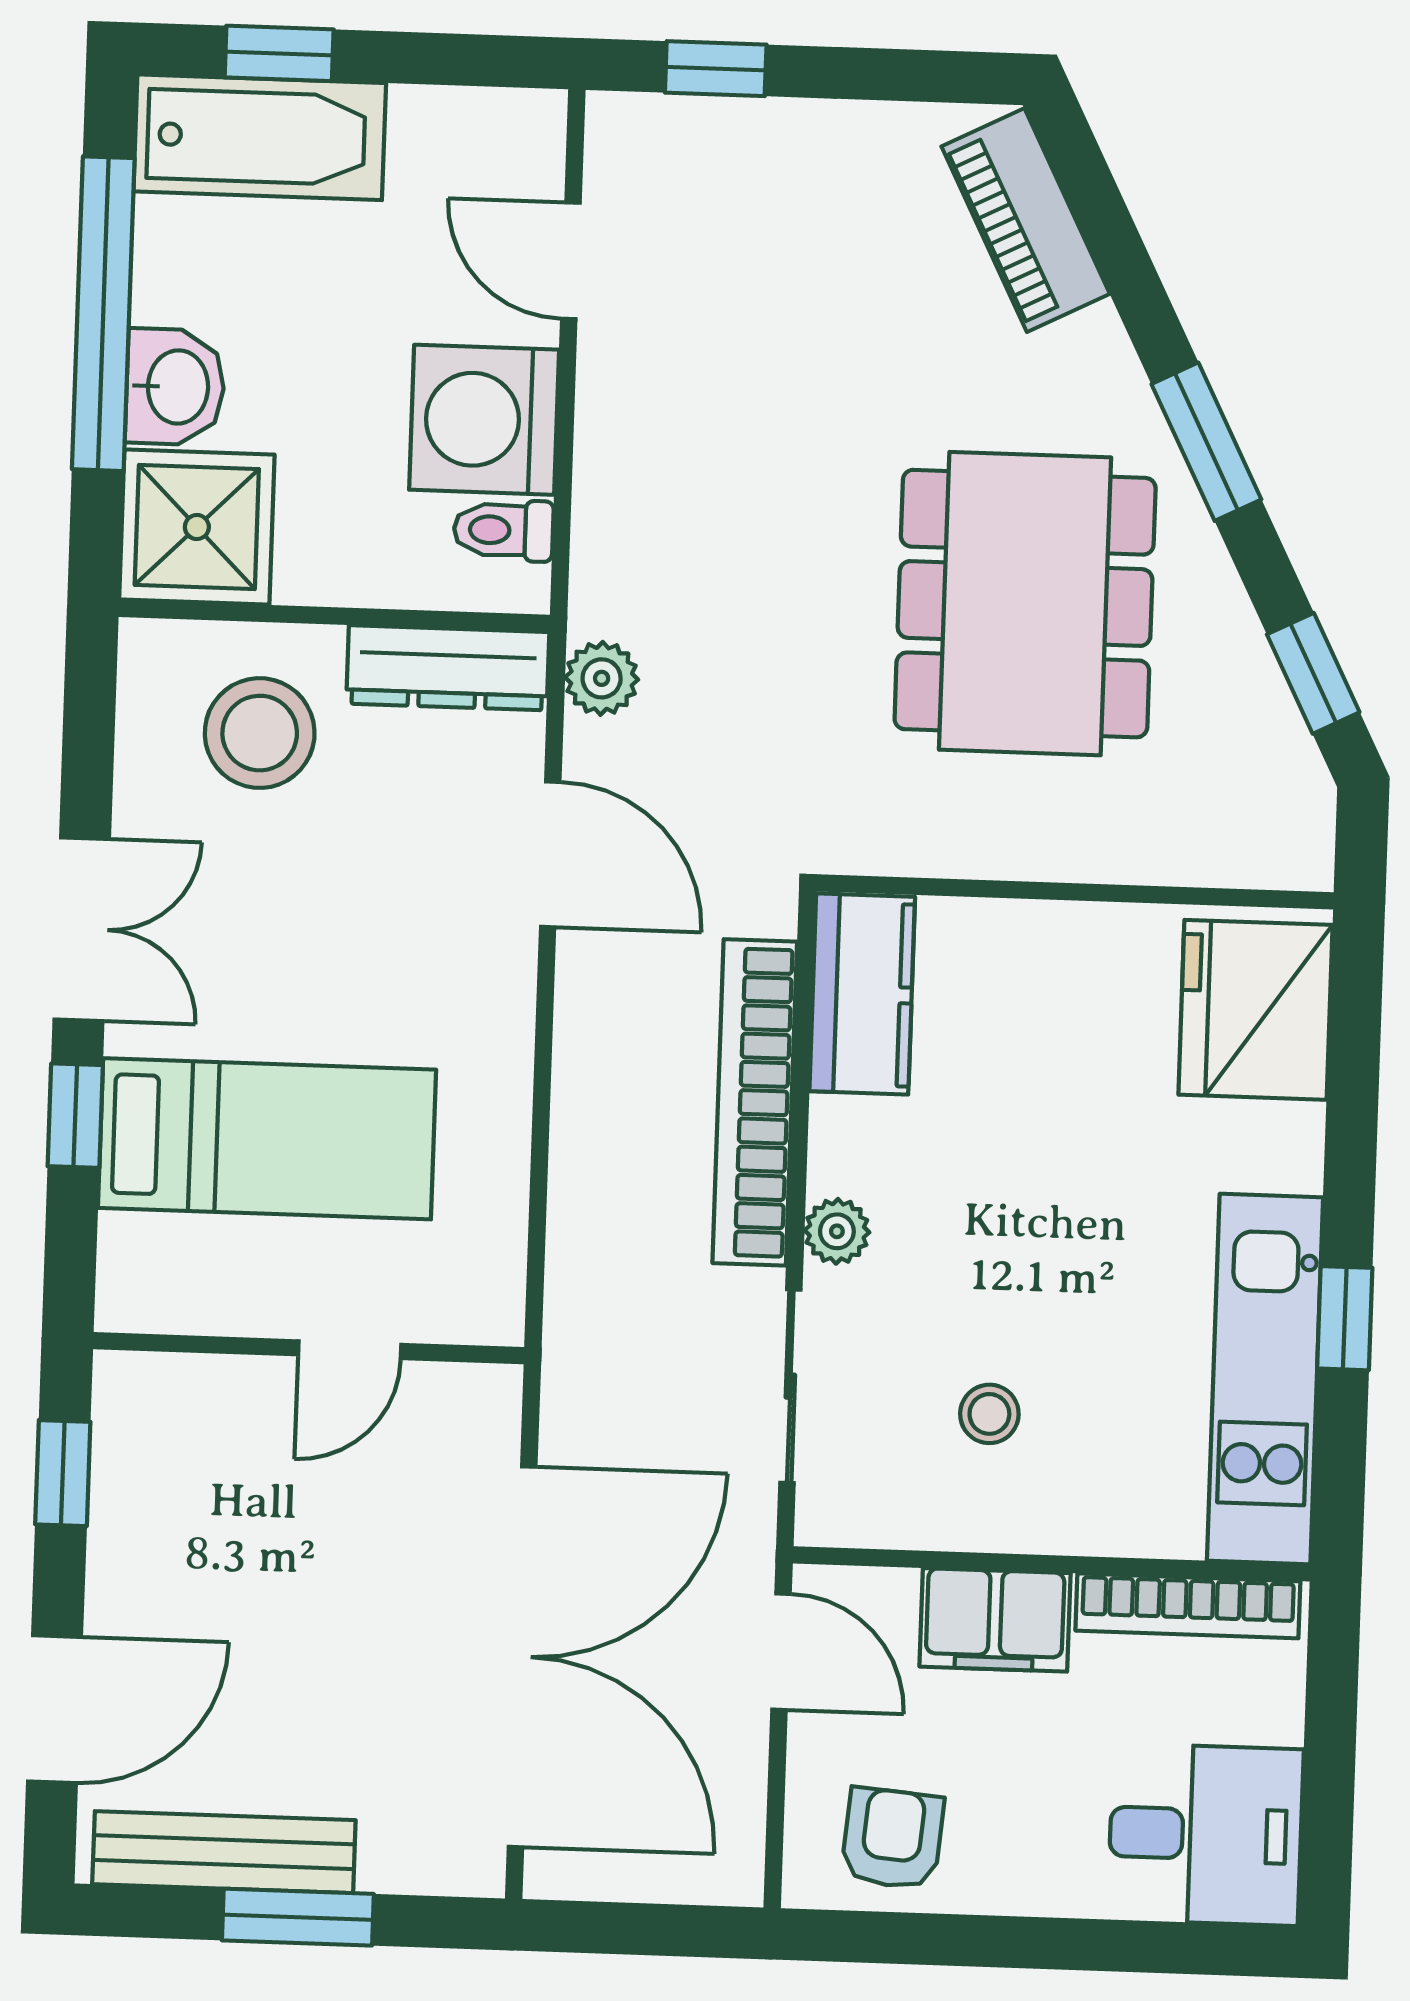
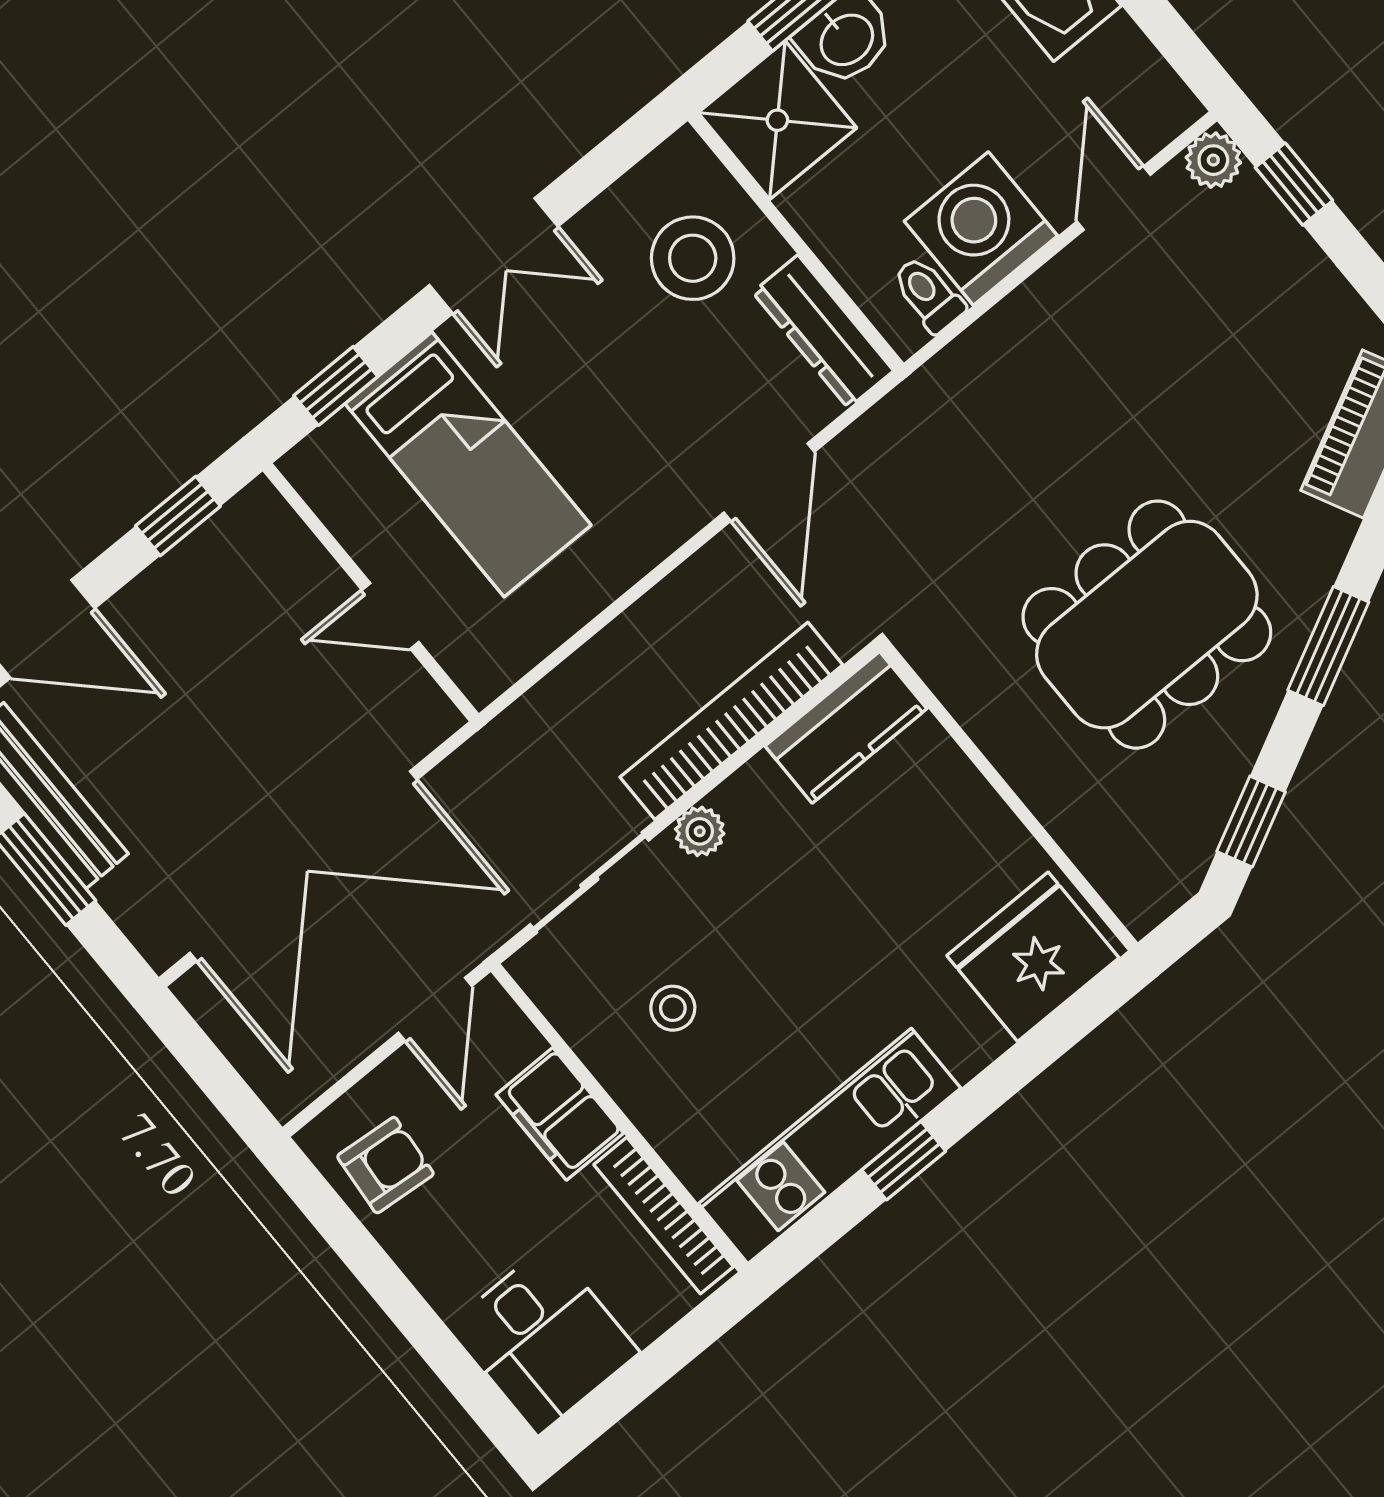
plant: (602, 678) -> (1213, 160), moved
window: (75, 1116) -> (336, 386), moved

